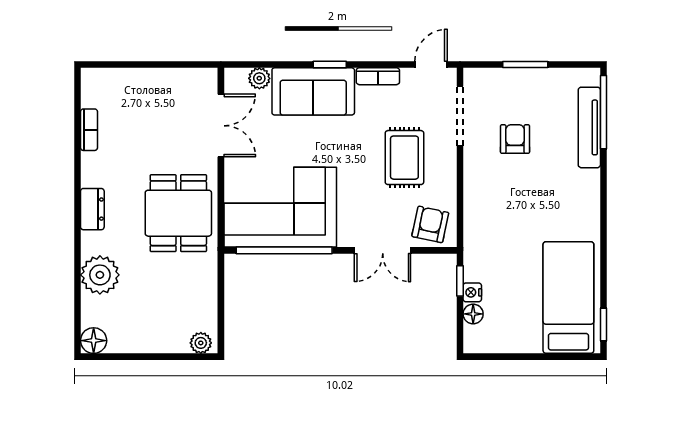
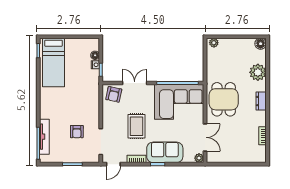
plant: (259, 78) -> (199, 158), moved
double door: (221, 126) -> (205, 137), swing flipped
rug: (404, 158) -> (137, 126), moved

